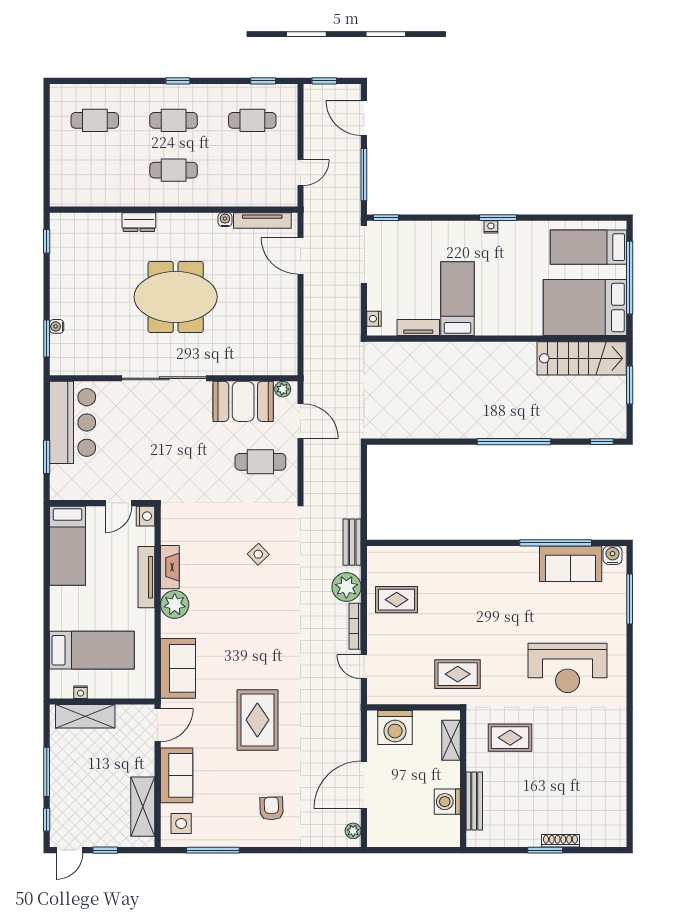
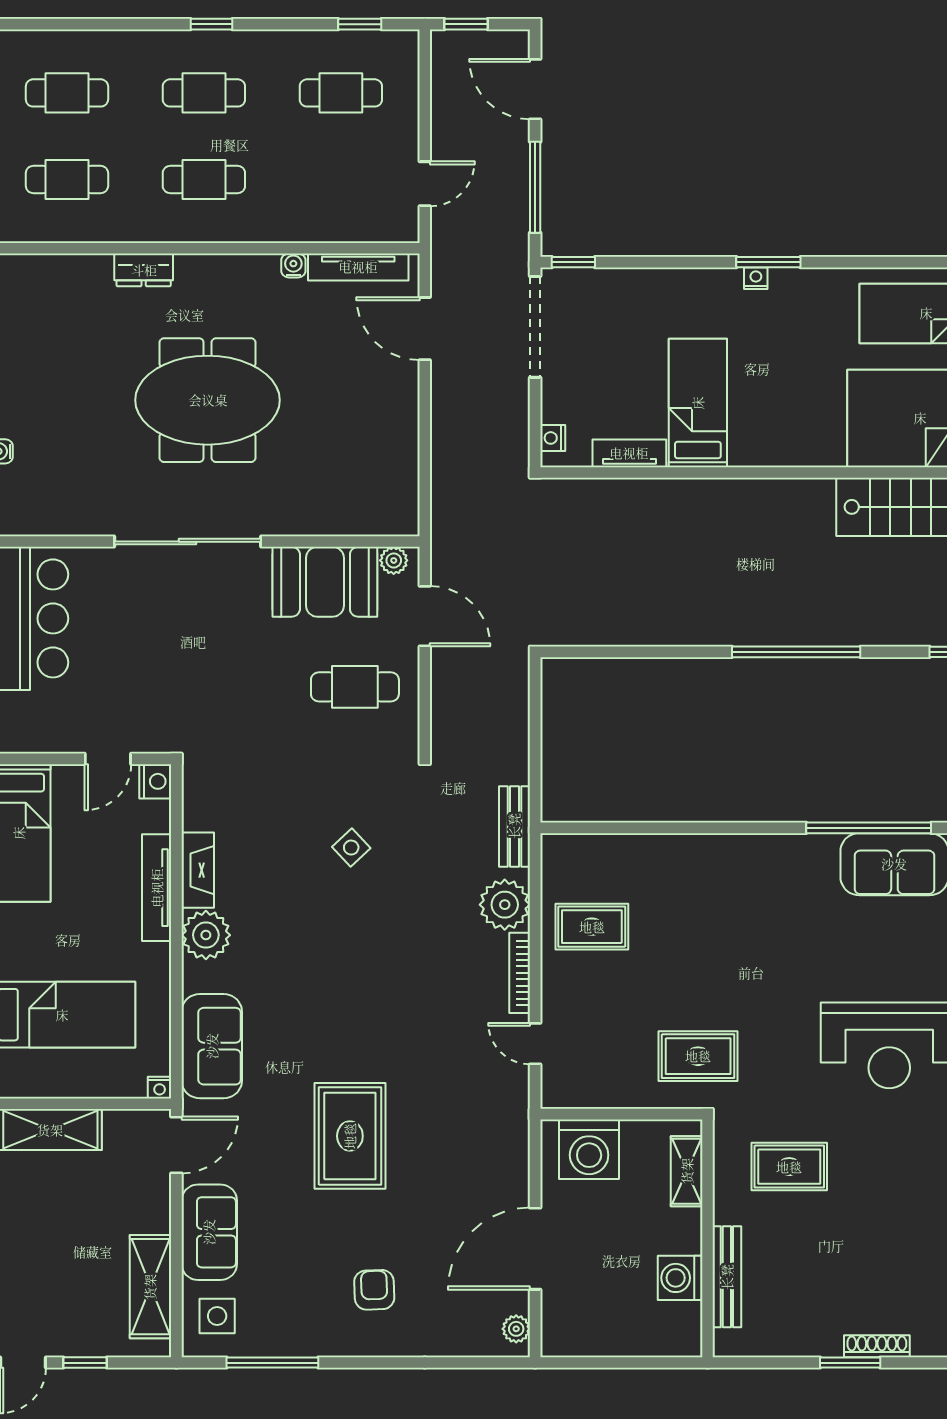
cafe table: (95, 170) -> (67, 179), added
nightstand: (81, 692) -> (160, 1088), moved

